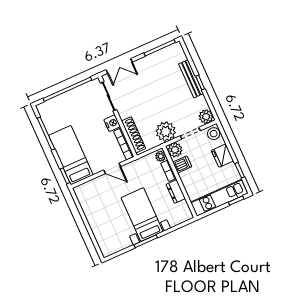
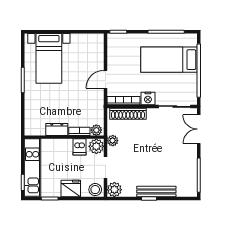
plant: (166, 132) -> (113, 141), width x0.53, depth x0.53
bed: (71, 155) -> (169, 60), moved, turned 180
bed with nightstands: (142, 215) -> (49, 58), moved, turned 90

